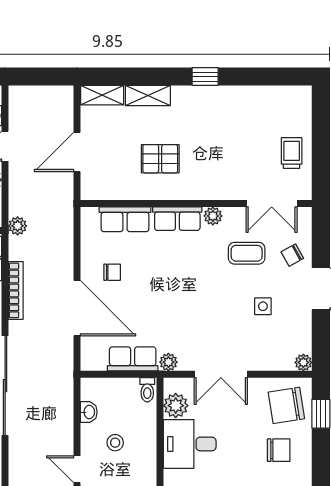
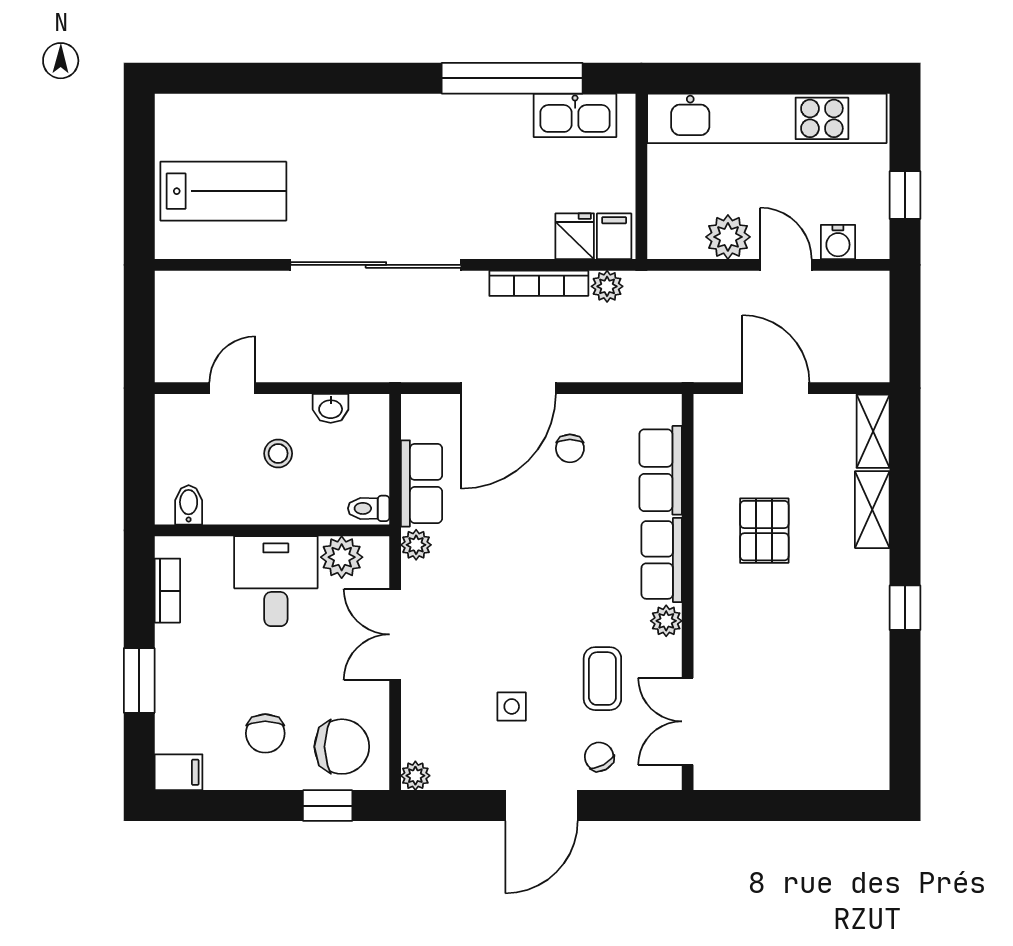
trolley: (292, 153) -> (774, 756), removed
plant: (18, 226) -> (607, 286), moved
chair: (286, 405) -> (342, 747), turned 99

